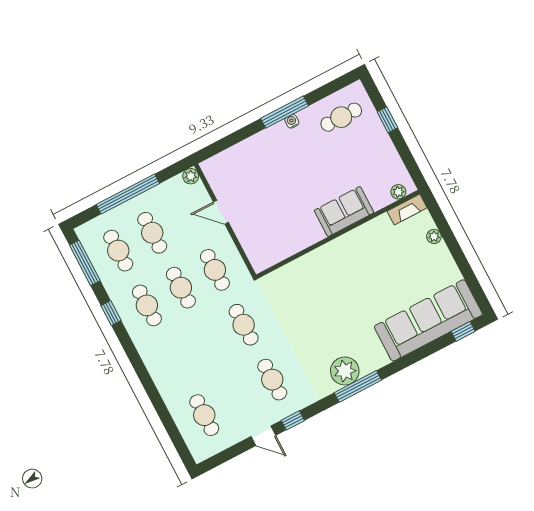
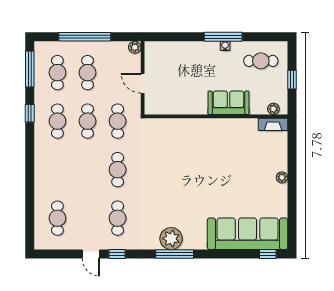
plant: (398, 192) -> (273, 109), moved
fireplace: (407, 210) -> (273, 124), moved
sofa: (344, 212) -> (228, 103), moved
wall: (338, 234) -> (216, 116), moved

